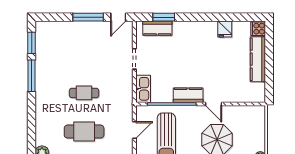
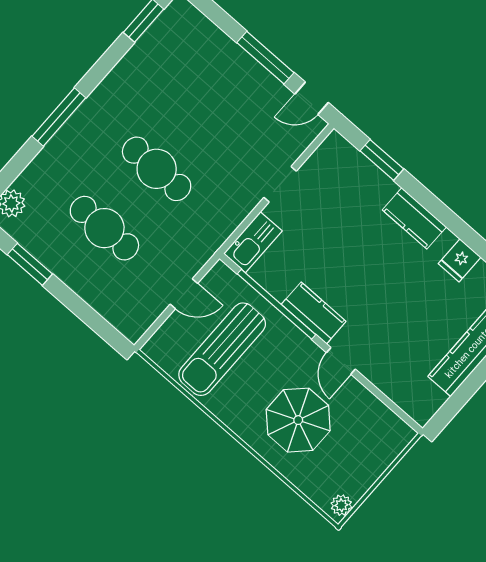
kitchen counter: (157, 28) -> (414, 218), moved
window: (32, 76) -> (59, 117), moved
cafe table: (84, 93) -> (157, 169), width x1.37, depth x1.35

